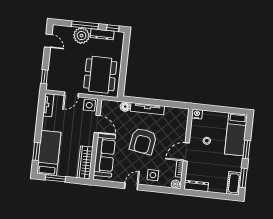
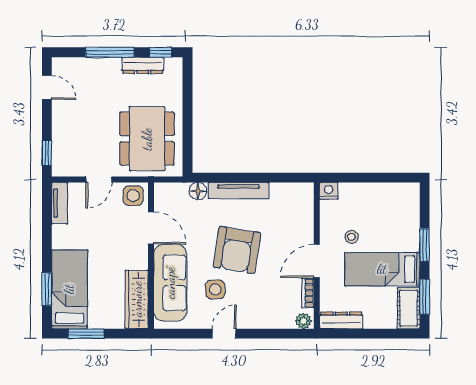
plant: (81, 36) -> (106, 72), removed
bed: (236, 134) -> (382, 269), moved, turned 90
side table: (153, 175) -> (215, 289), moved

